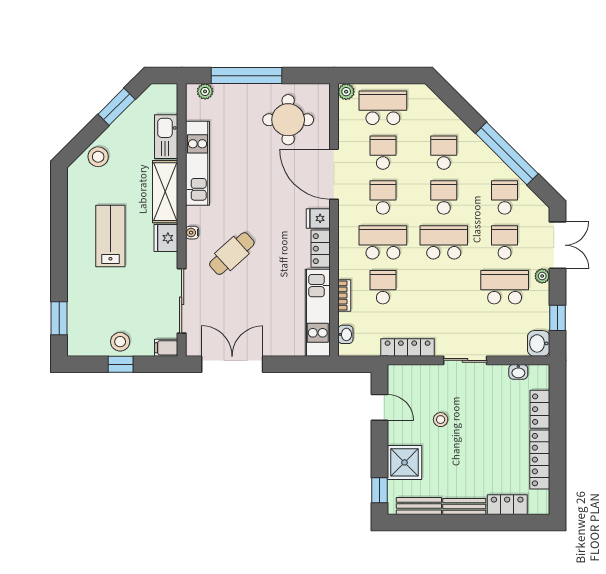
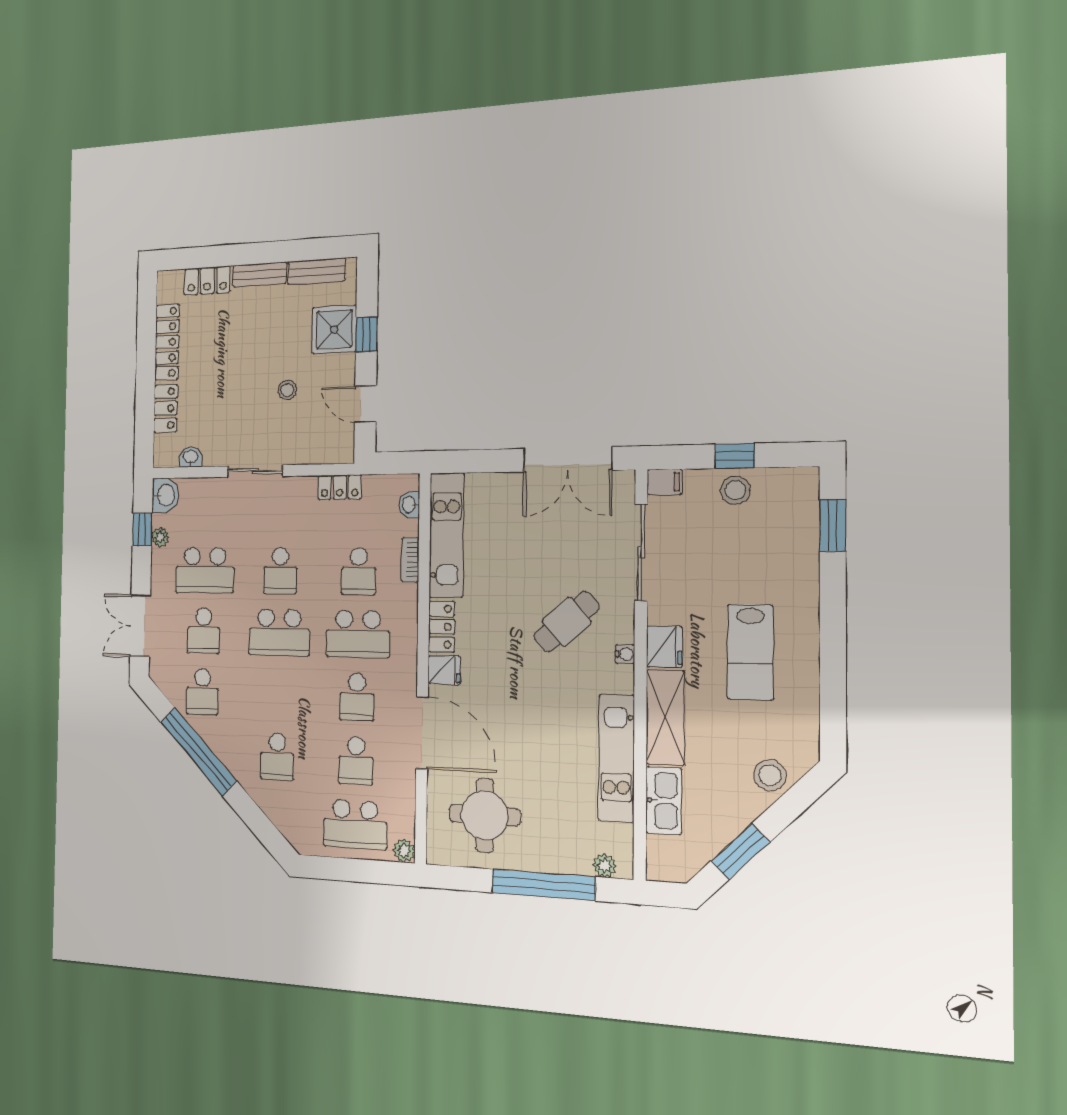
school desk: (444, 197) -> (280, 571), moved
plant: (542, 276) -> (160, 537), moved
locker: (408, 348) -> (340, 487), width x0.66
window: (379, 490) -> (366, 334), moved

